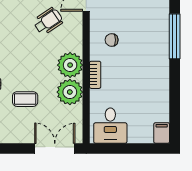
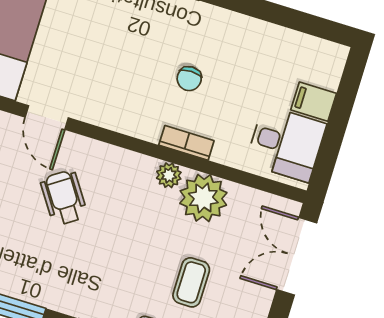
chair: (112, 40) -> (189, 79), moved
plant: (70, 65) -> (169, 175), width x0.53, depth x0.53
filing cabinet: (162, 133) -> (314, 102), moved

